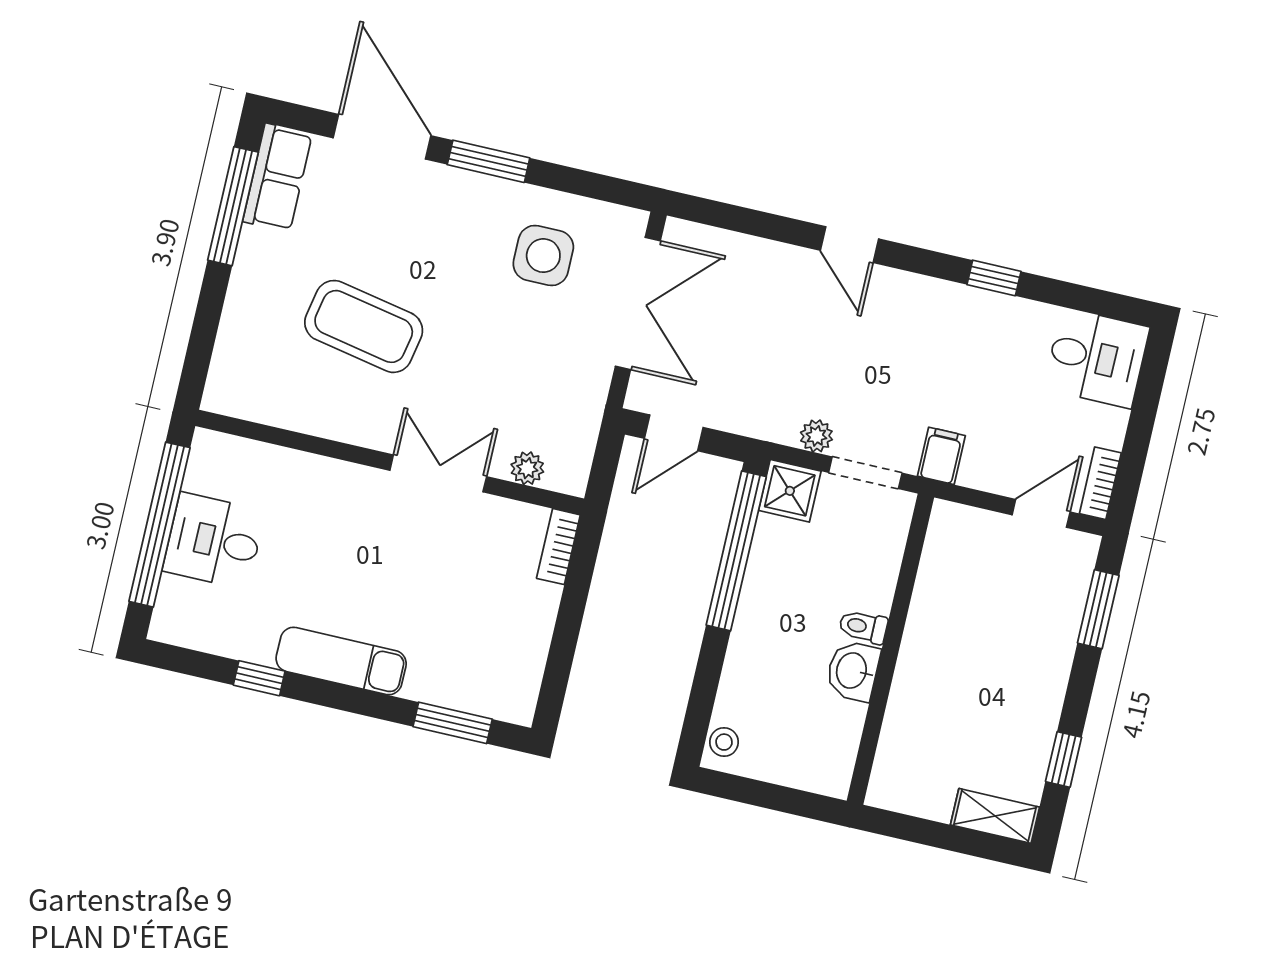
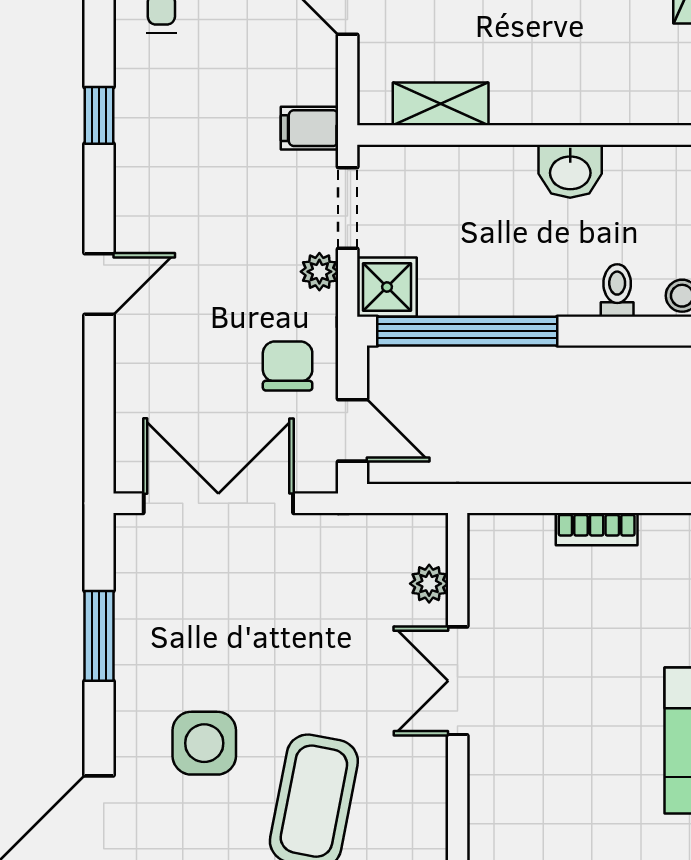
window: (489, 161) -> (99, 636), moved
side table: (543, 256) -> (204, 743), moved
chair: (742, 390) -> (288, 366), added
bookcase: (558, 547) -> (597, 529), moved
shelving: (936, 573) -> (441, 104), added
toilet: (863, 627) -> (617, 290), moved, turned 180

